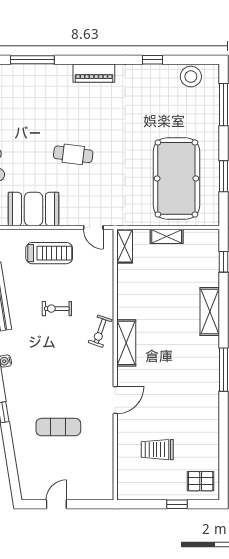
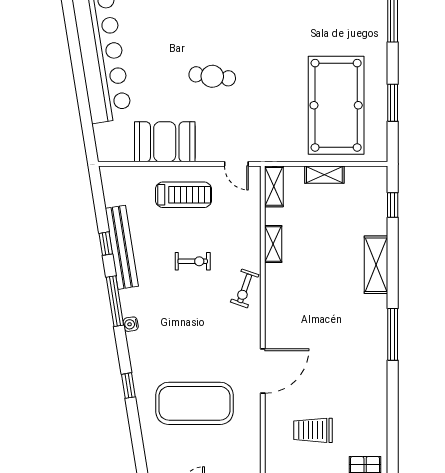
exercise bike: (57, 309) -> (193, 261), turned 180
shelving: (126, 343) -> (273, 244), moved, width x0.67, depth x0.75
door: (115, 400) -> (263, 371), width x1.36
exercise mat: (58, 427) -> (194, 403), width x2.00, depth x1.45

